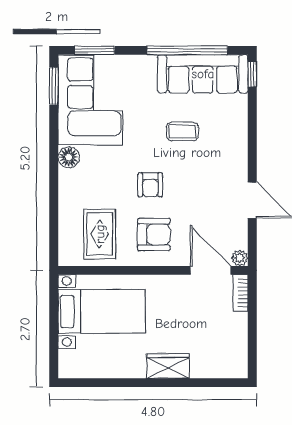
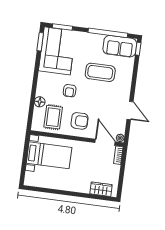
sofa: (203, 74) -> (120, 46), width x0.73
coffee table: (182, 131) -> (100, 72), width x1.86, depth x1.72
floor lamp: (69, 157) -> (40, 102), moved
armchair: (150, 185) -> (70, 91), moved
wardrobe: (168, 366) -> (101, 189), moved

